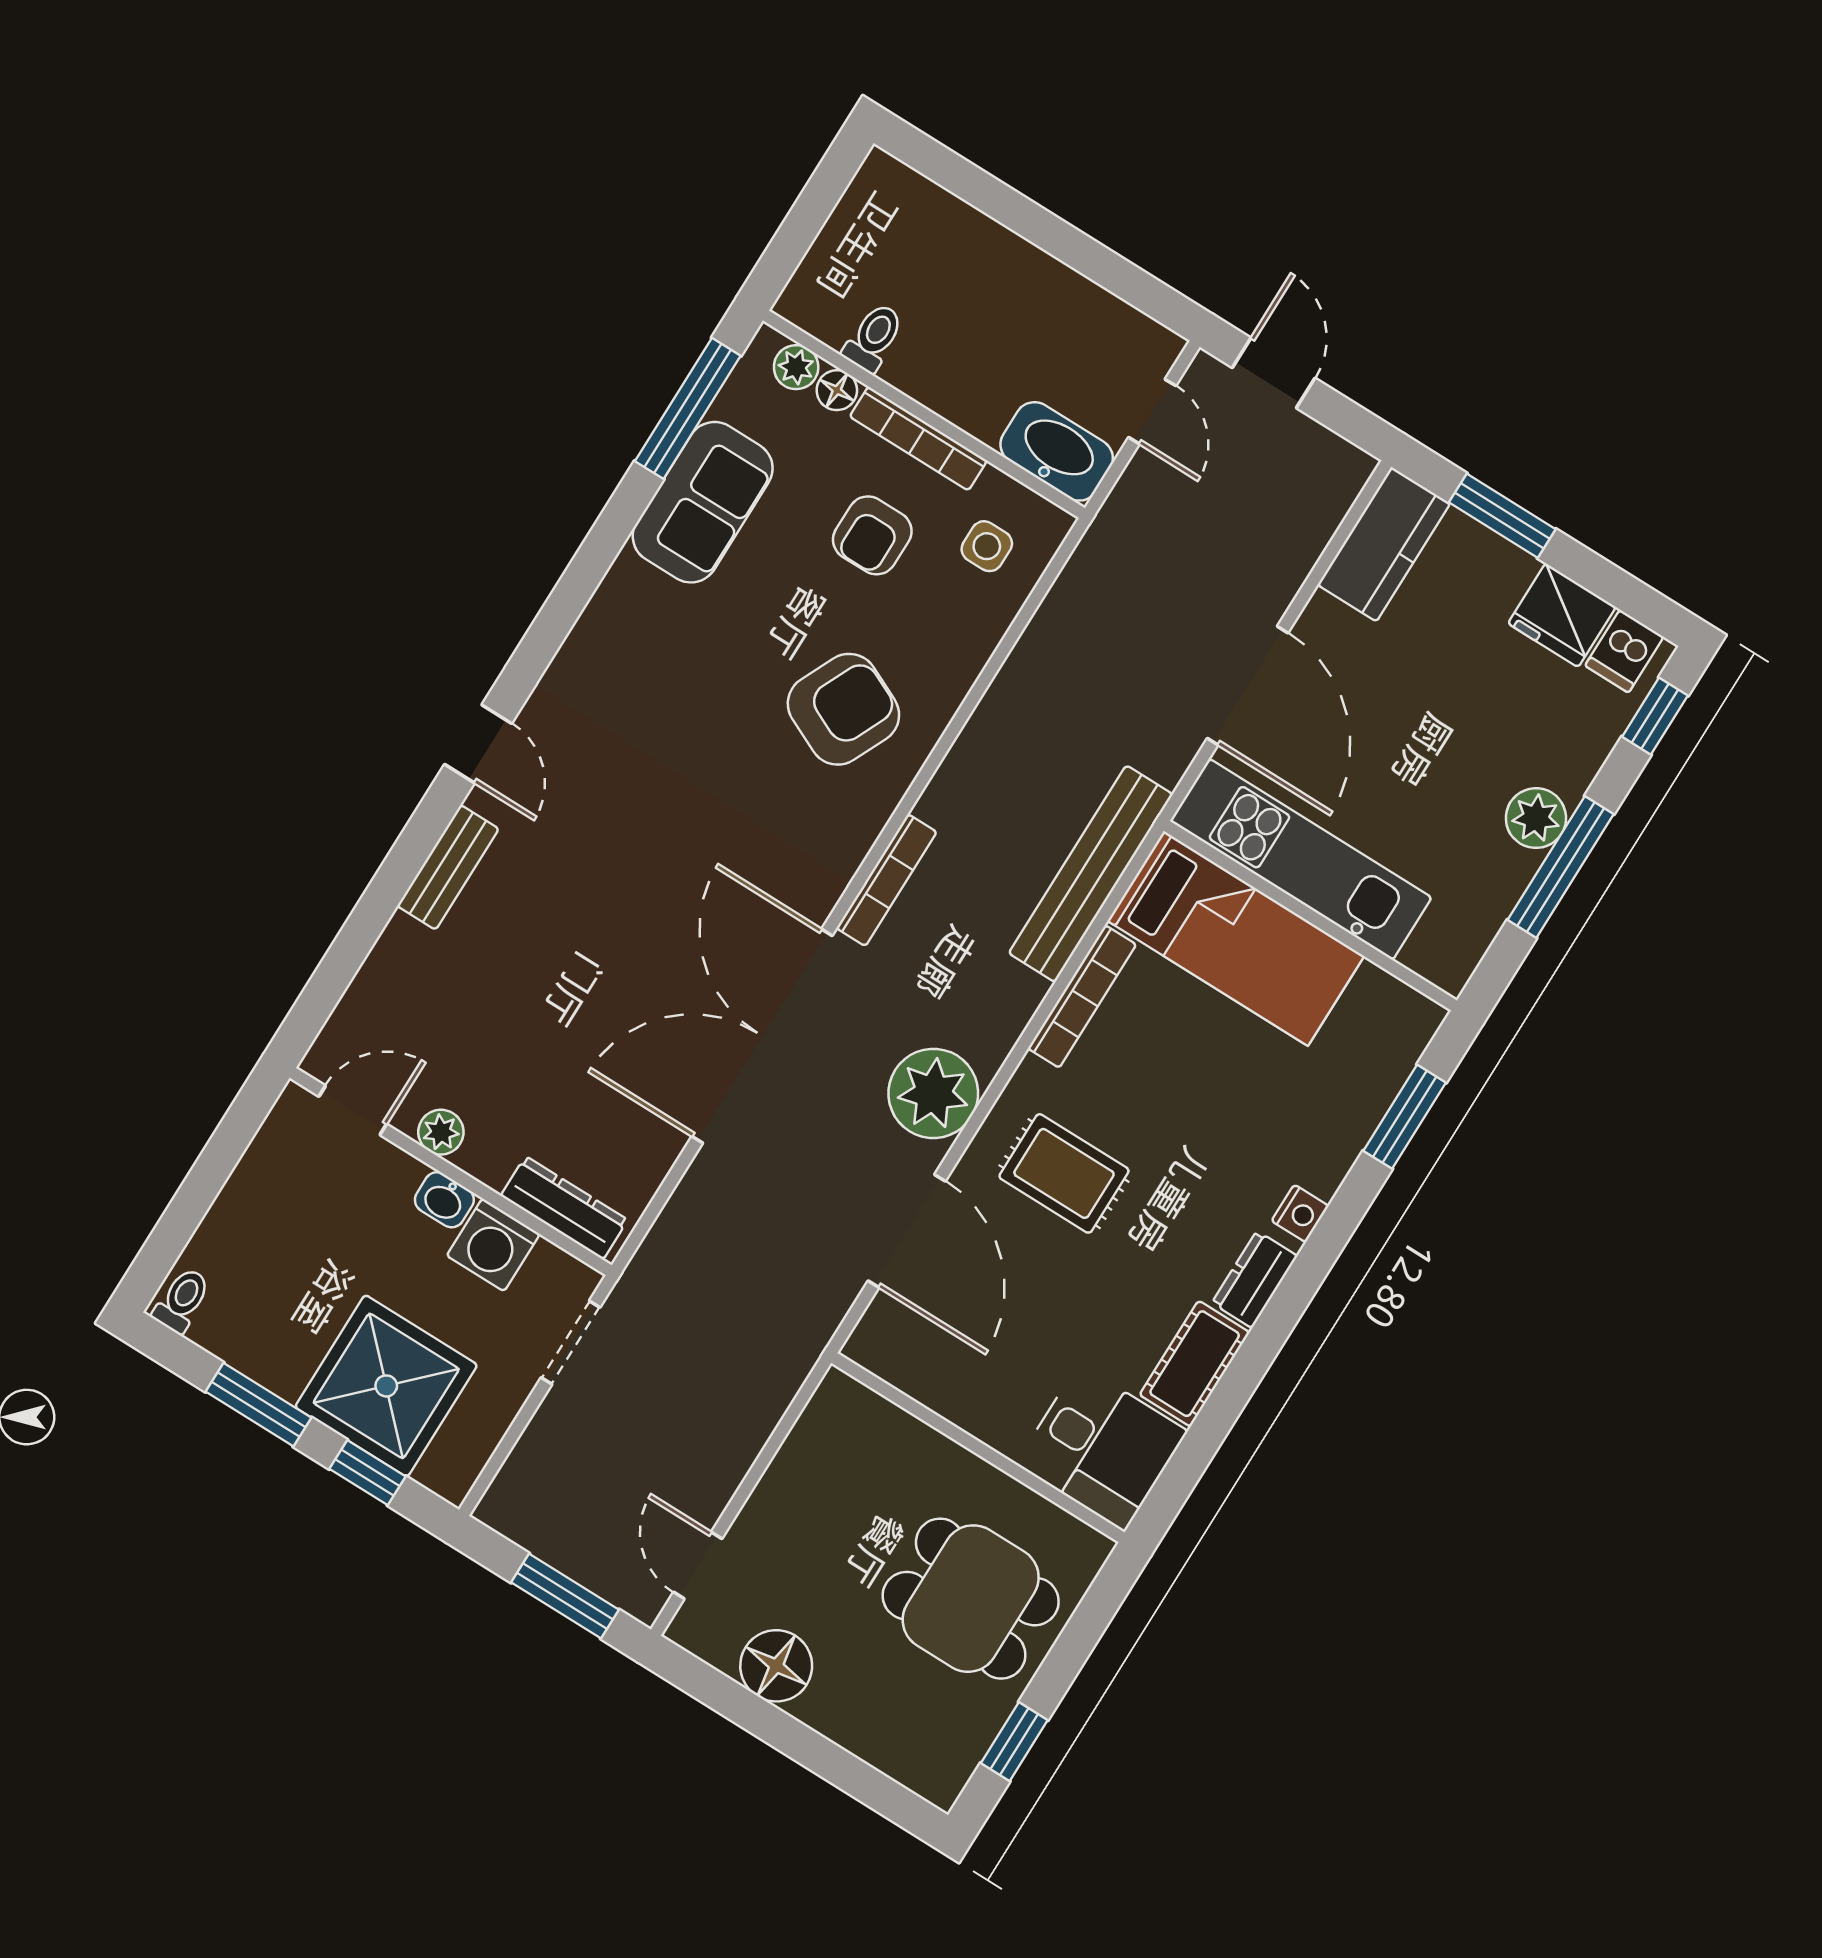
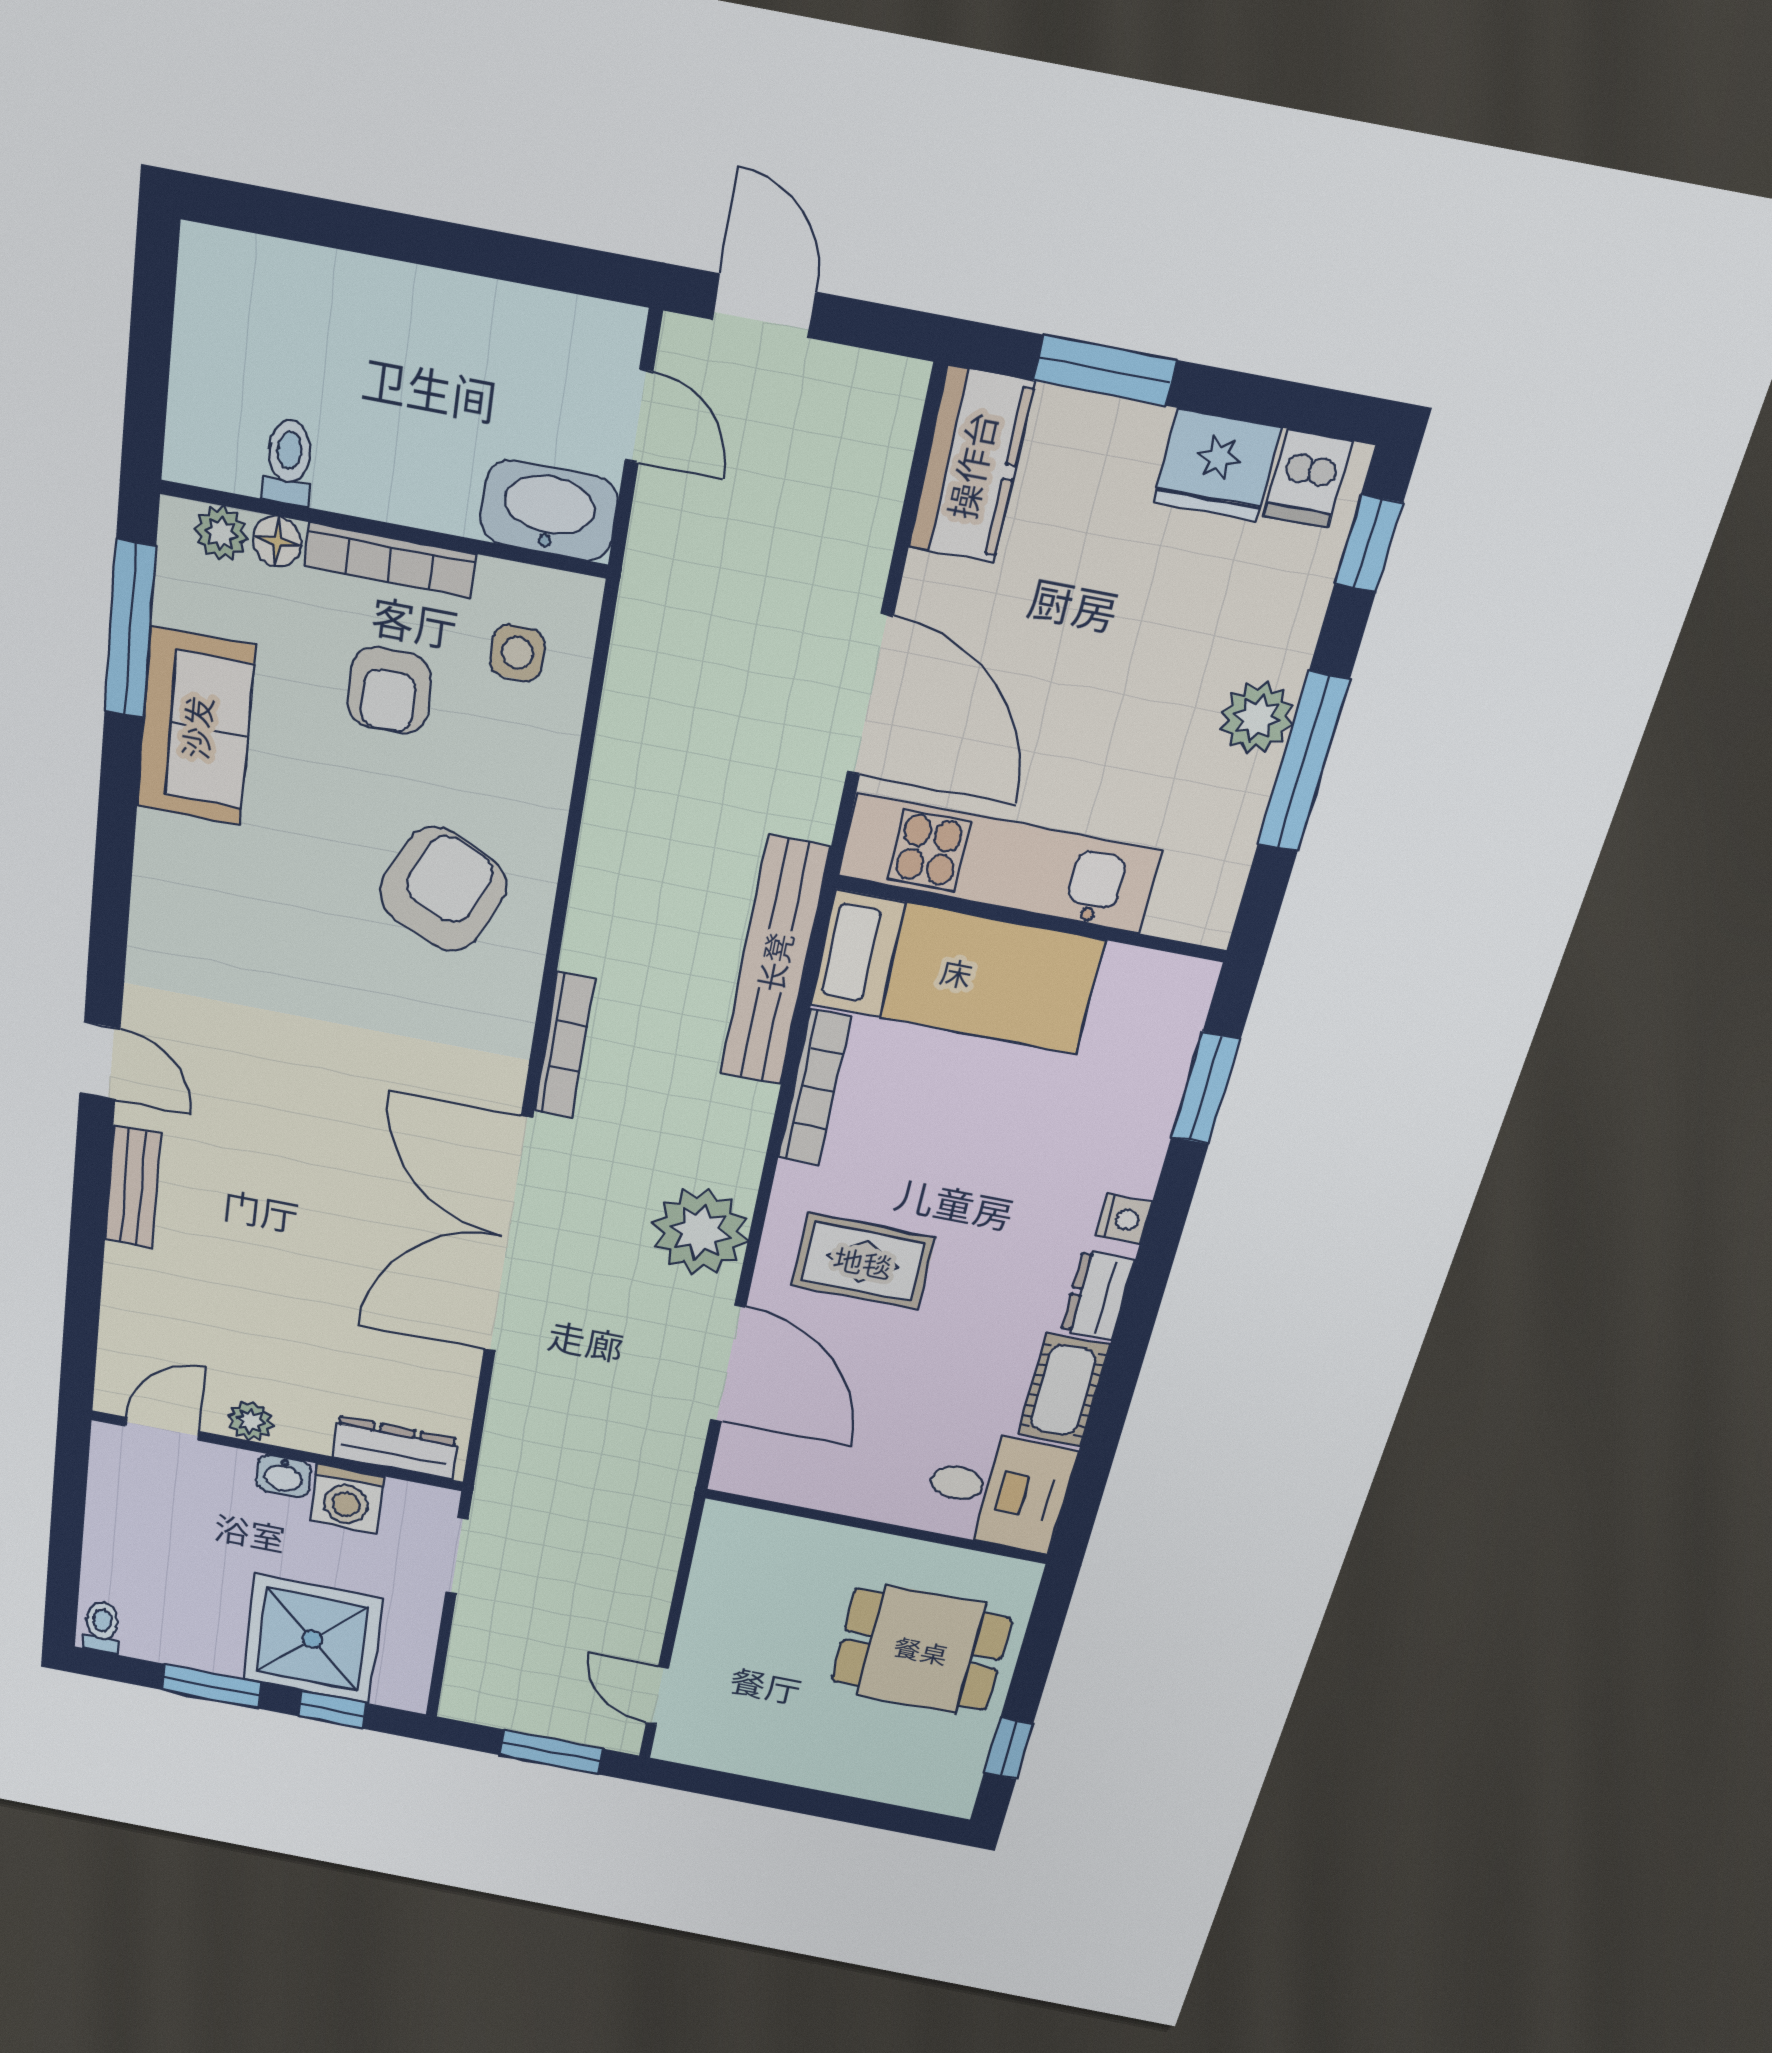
floor lamp: (776, 1666) -> (764, 1751), removed

